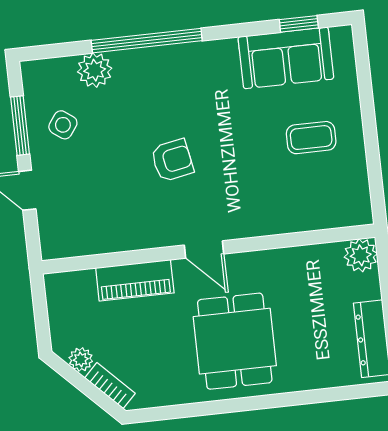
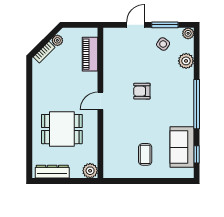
window: (147, 41) -> (197, 104), moved
plant: (33, 72) -> (188, 33), added
armchair: (172, 160) -> (142, 91), turned 101
piano: (135, 280) -> (90, 54), moved
dining table: (235, 341) -> (62, 129), moved

